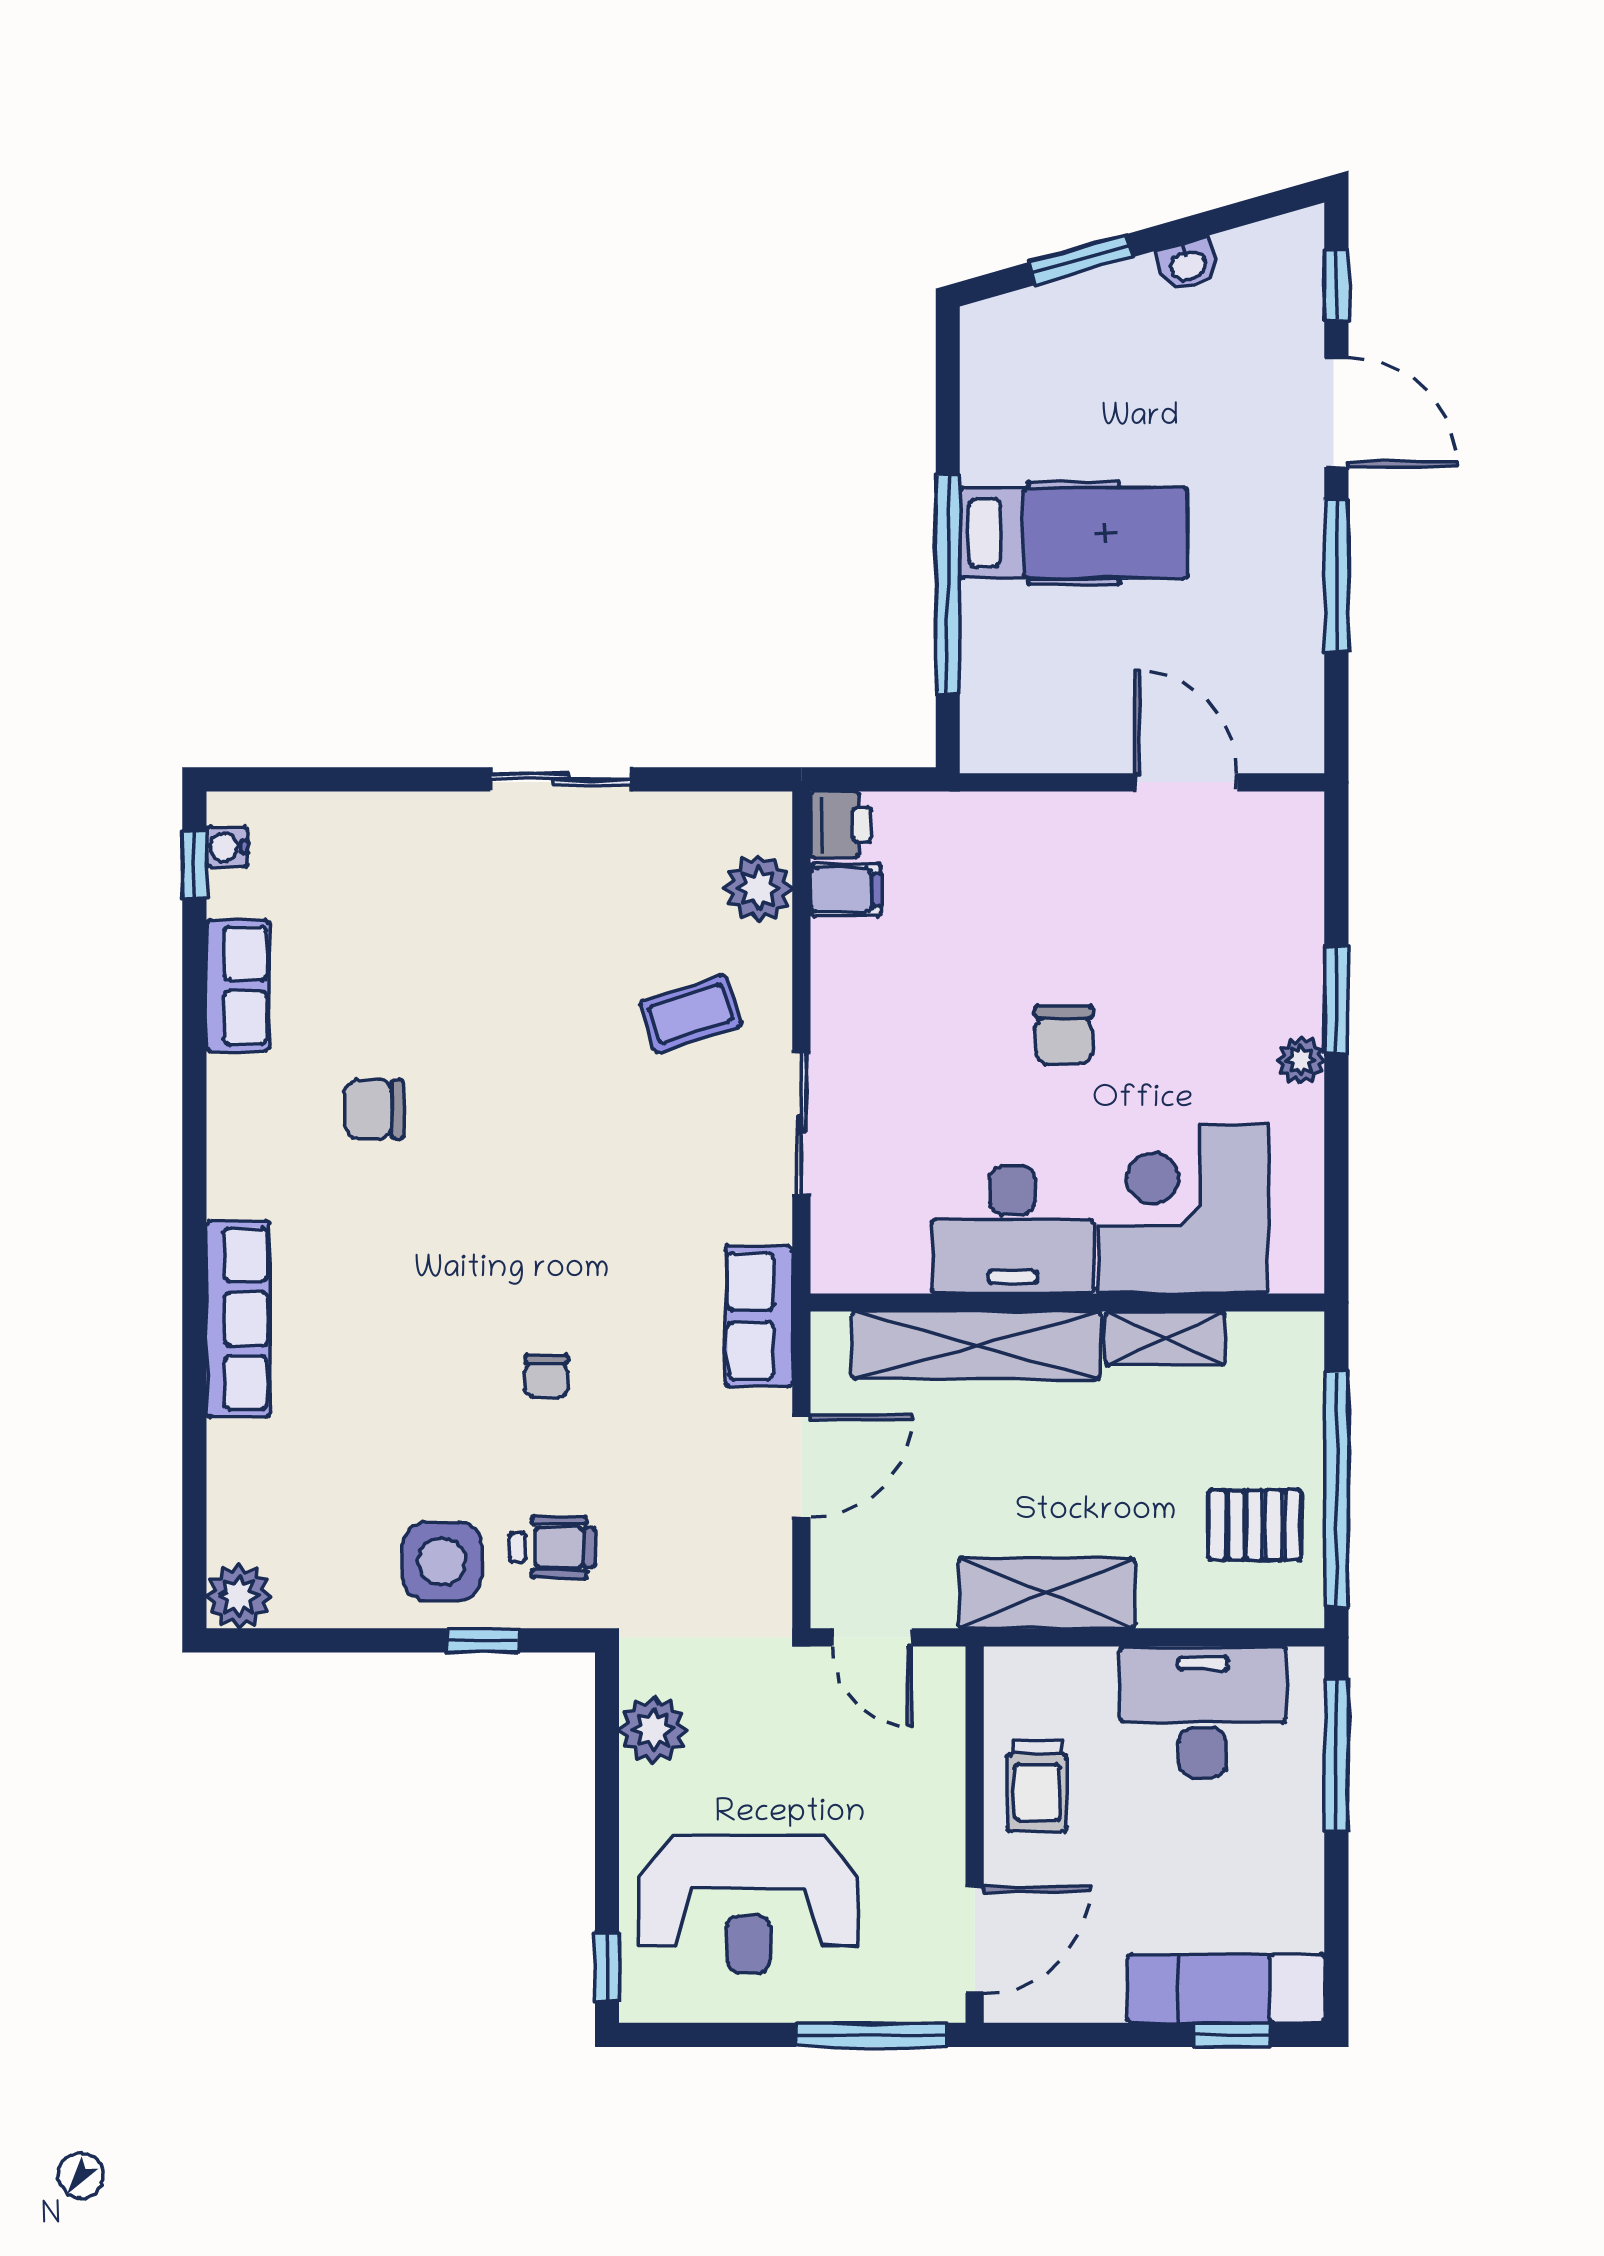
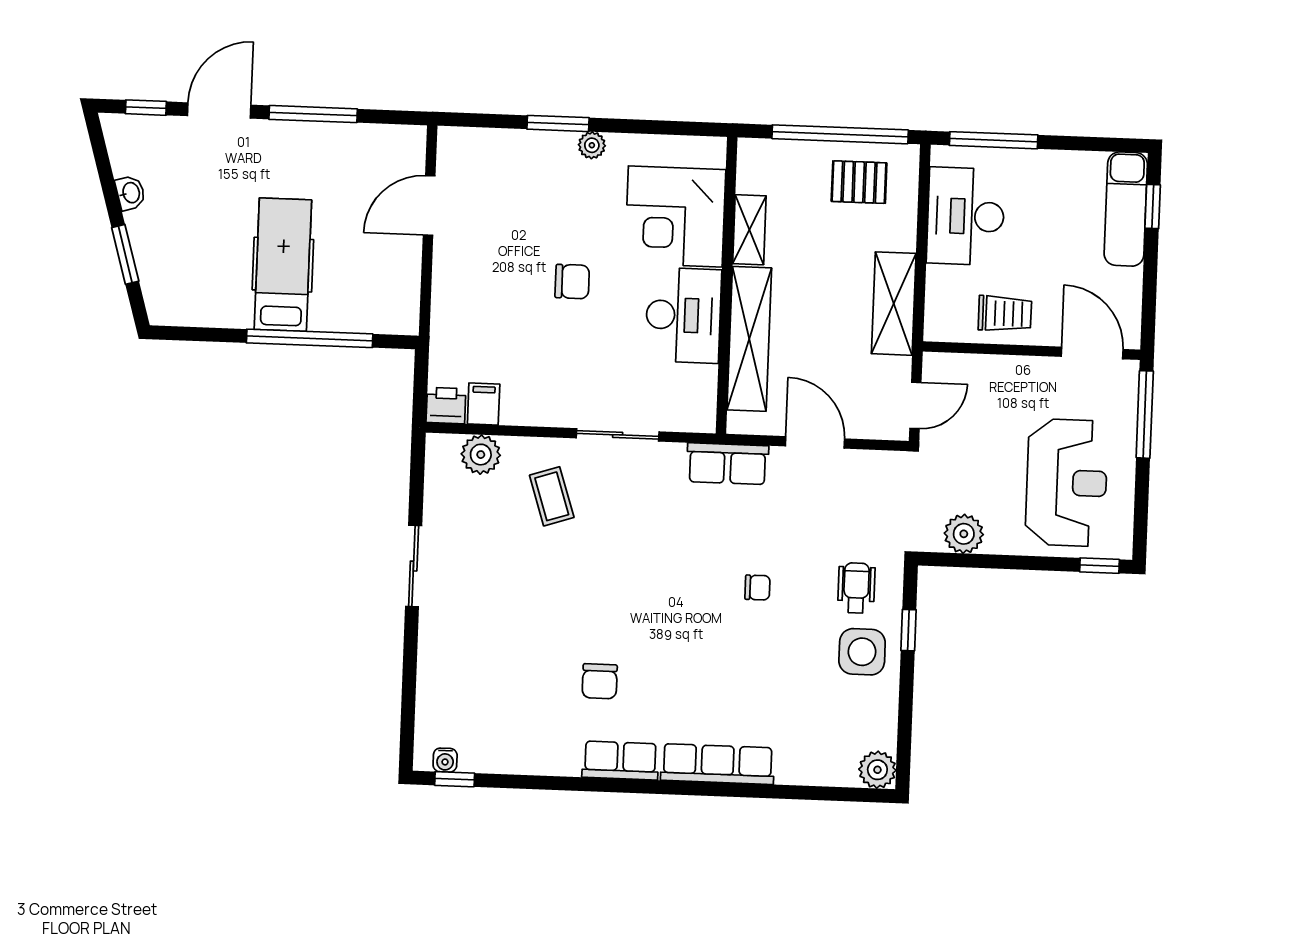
row of seats: (238, 985) -> (620, 760), moved
pallet: (1255, 1525) -> (859, 182), turned 90

